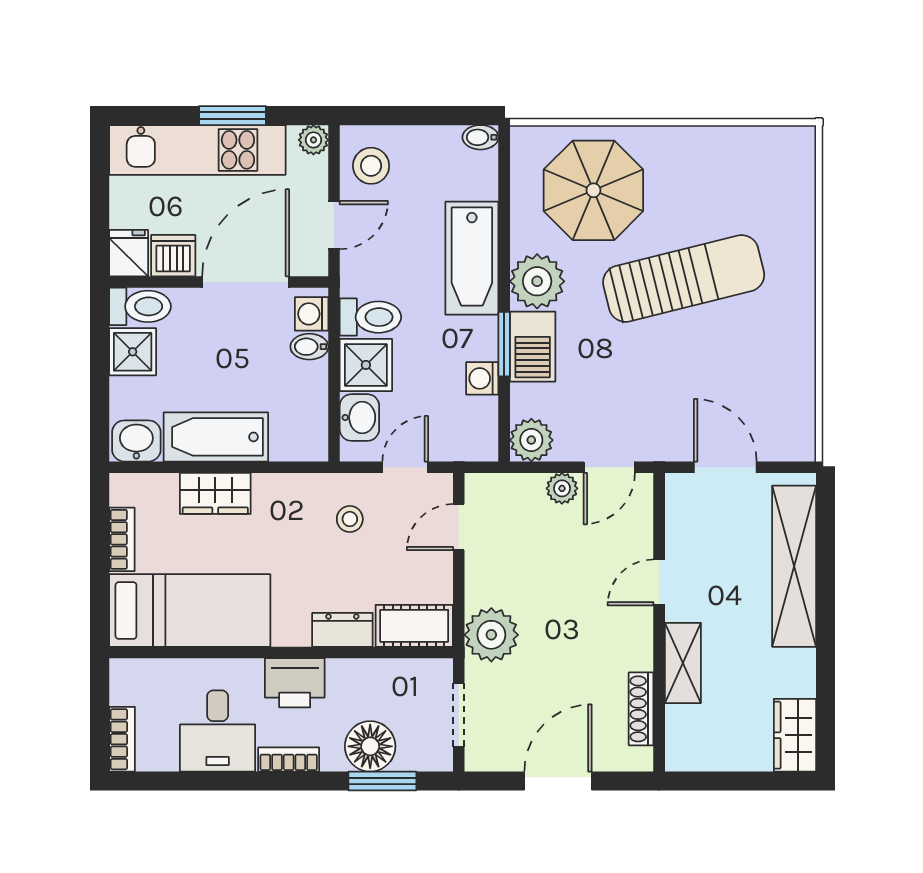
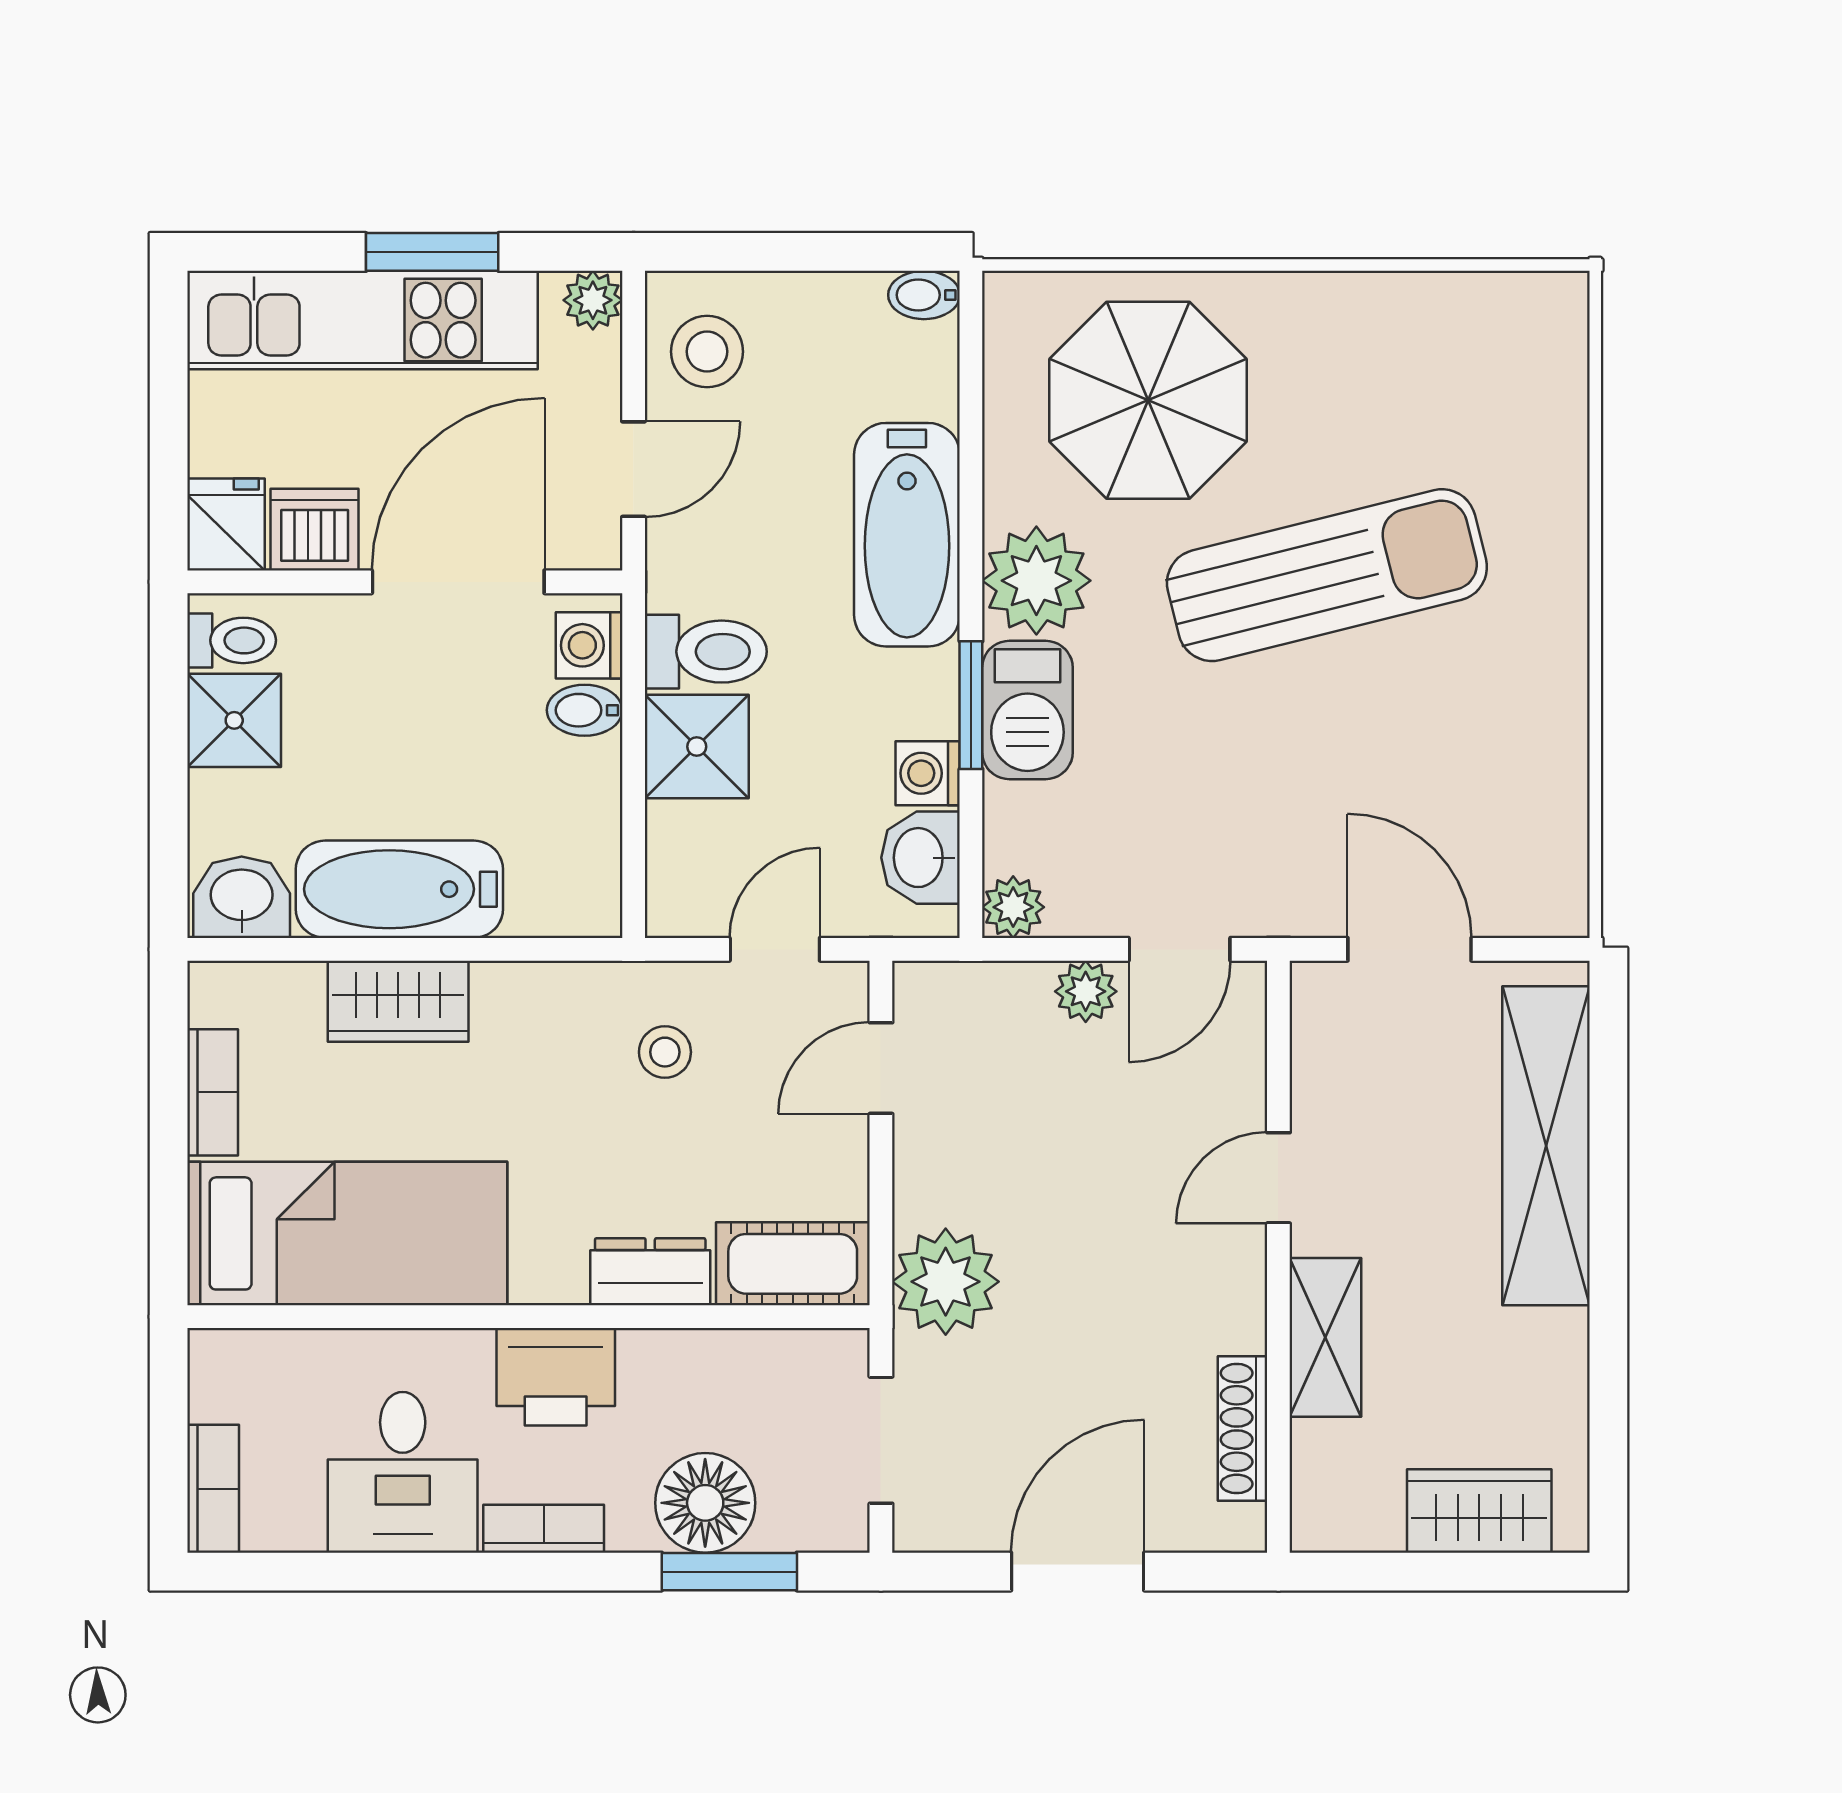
toilet: (140, 306) -> (232, 640), width x0.73, depth x0.72
washbasin: (359, 418) -> (921, 858), moved, turned 180
plant: (531, 440) -> (1013, 907), width x0.73, depth x0.73
wardrobe: (795, 735) -> (1479, 1511), moved, turned 90

